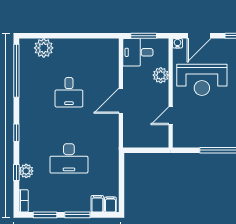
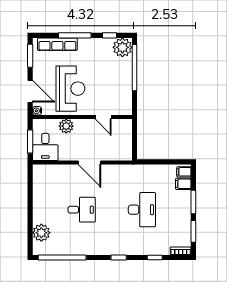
plant: (26, 171) -> (153, 249), removed

